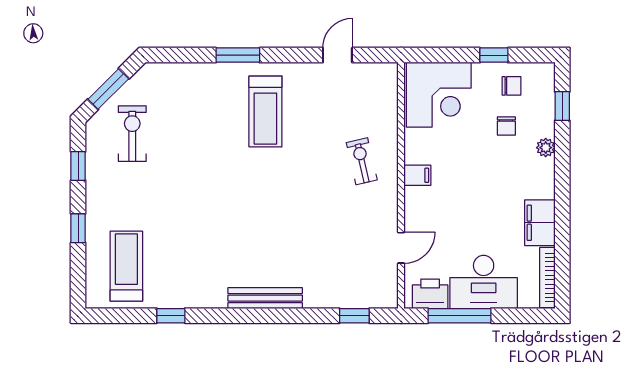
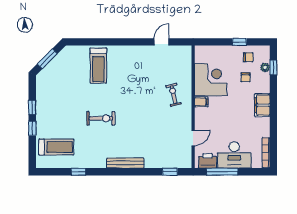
window: (238, 55) -> (112, 42), removed
corner desk: (439, 95) -> (211, 80), moved, turned -90
treadmill: (265, 111) -> (98, 66), moved
exercise bike: (132, 134) -> (101, 118), moved, turned 90
plant: (546, 148) -> (265, 68), moved
window: (78, 166) -> (32, 107), moved
filing cabinet: (540, 223) -> (262, 105), moved
treadmill: (126, 266) -> (56, 147), turned 90

